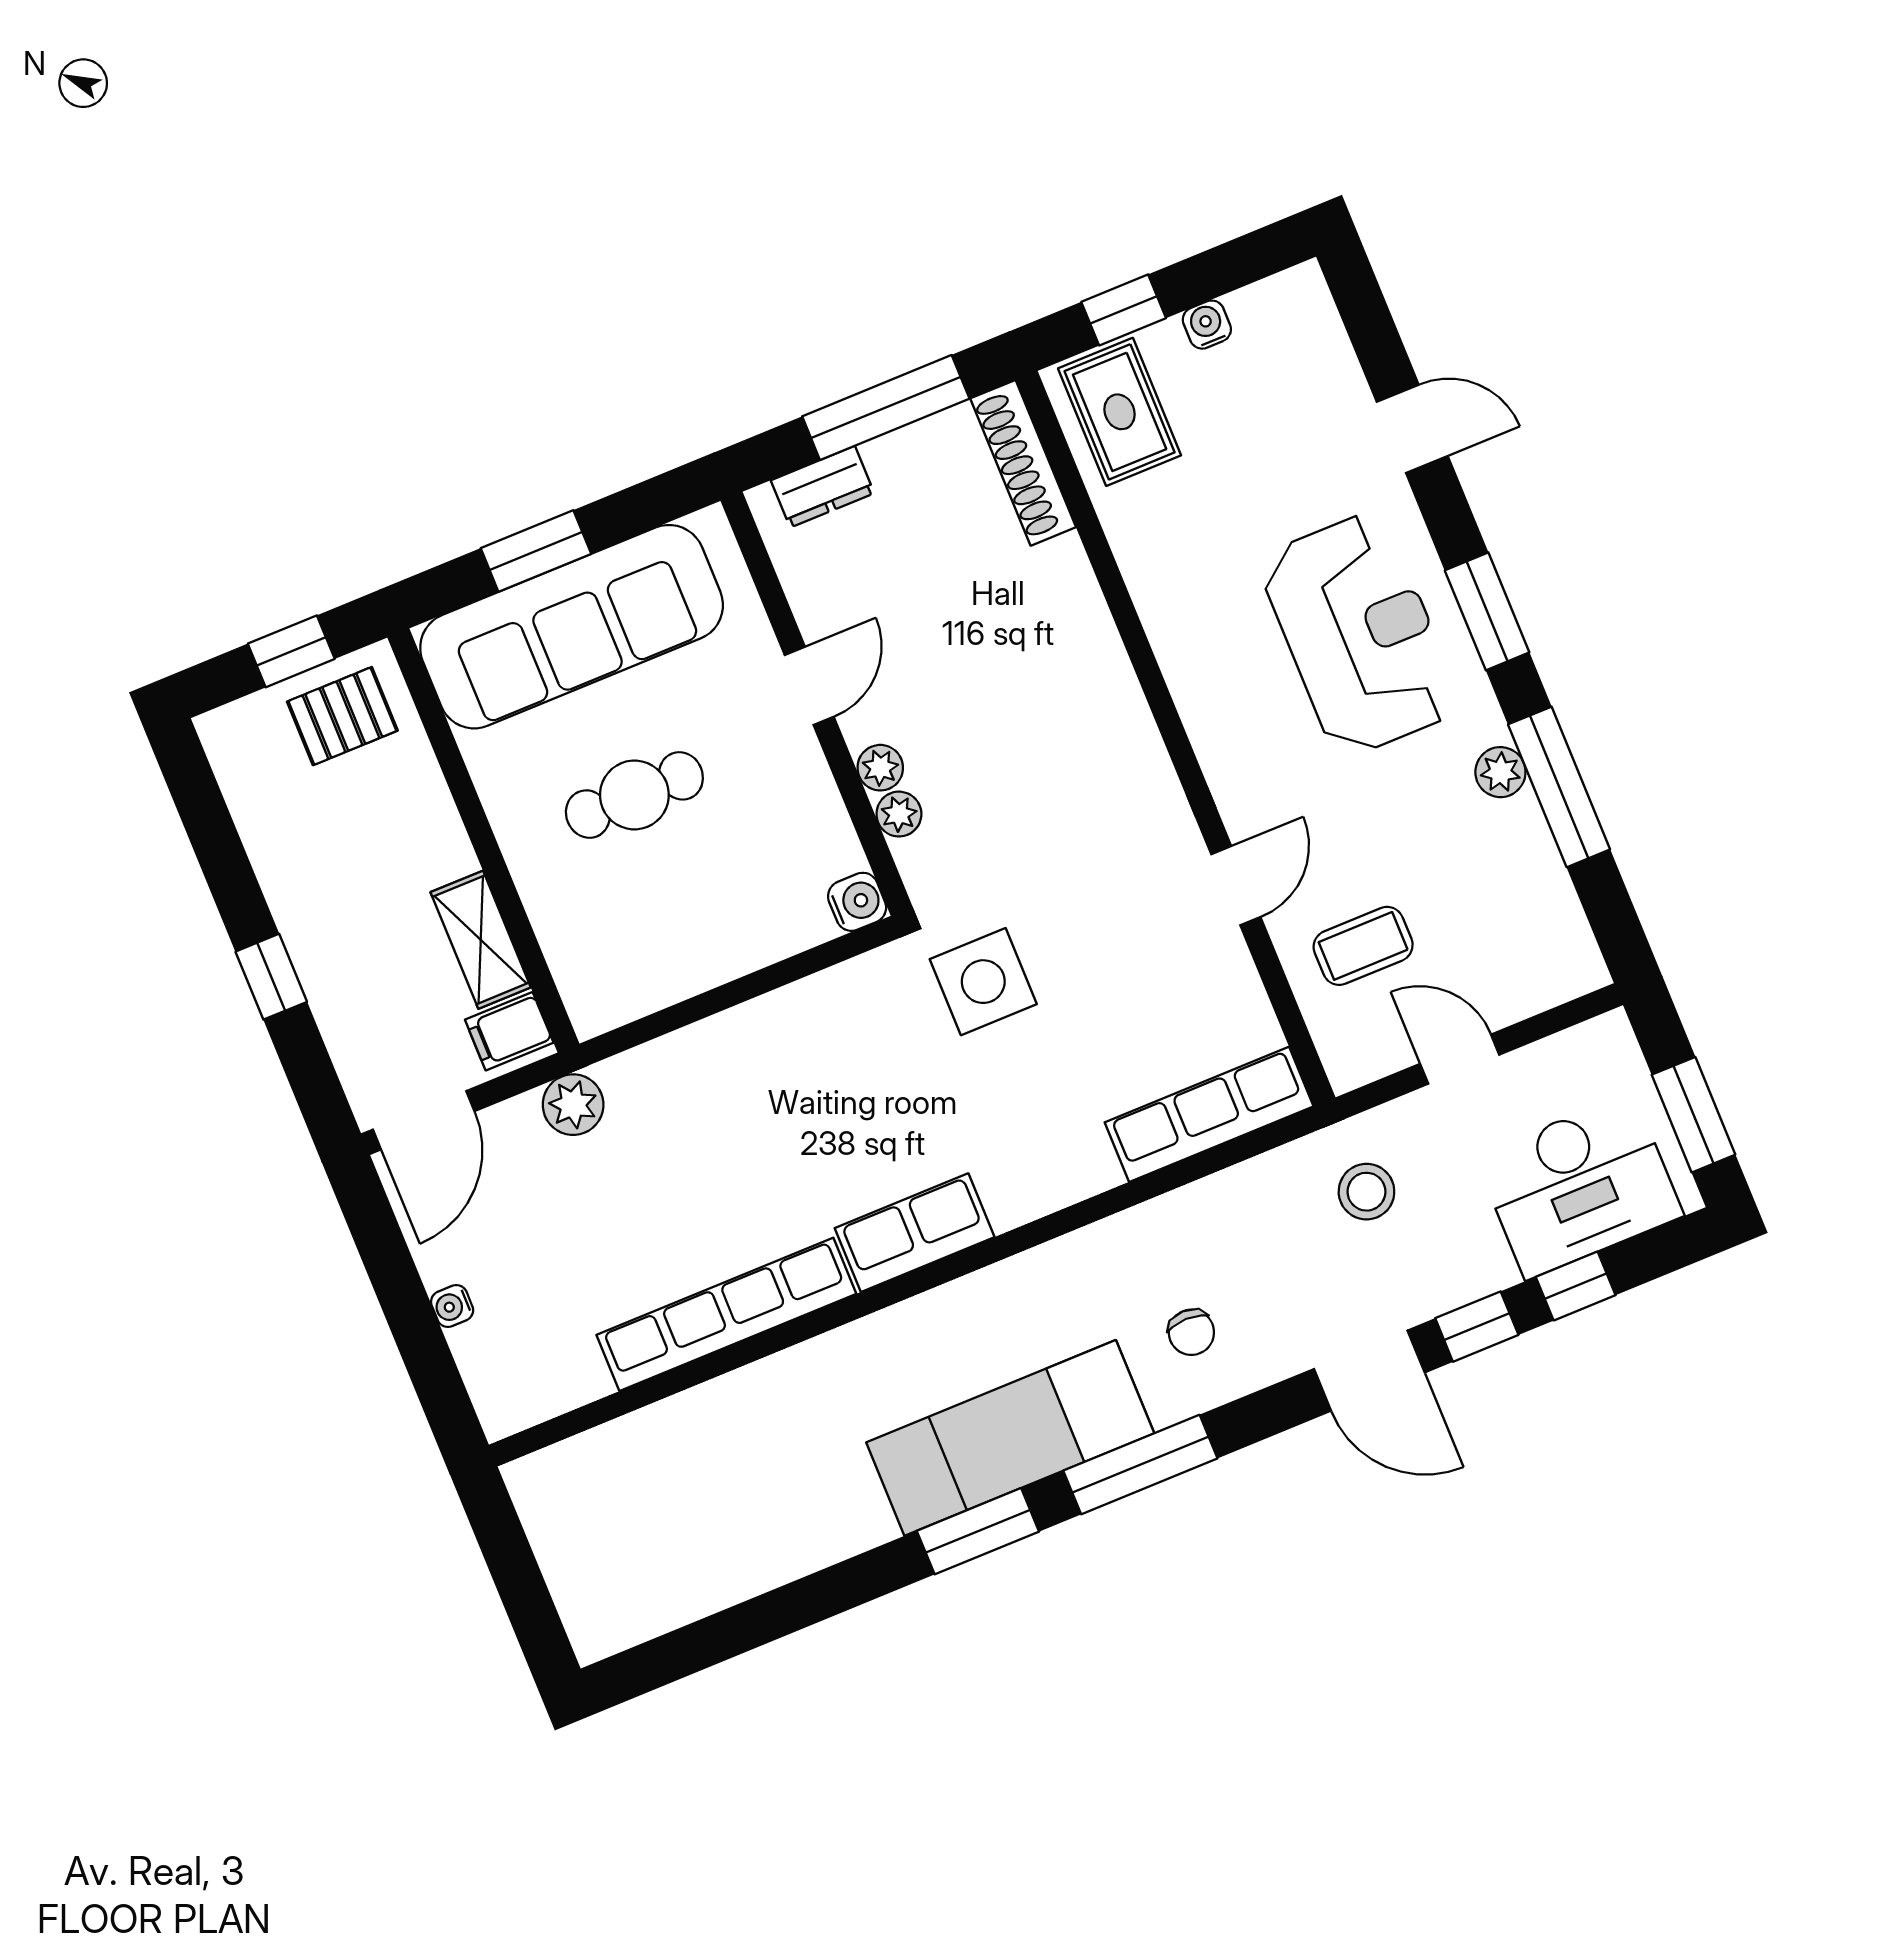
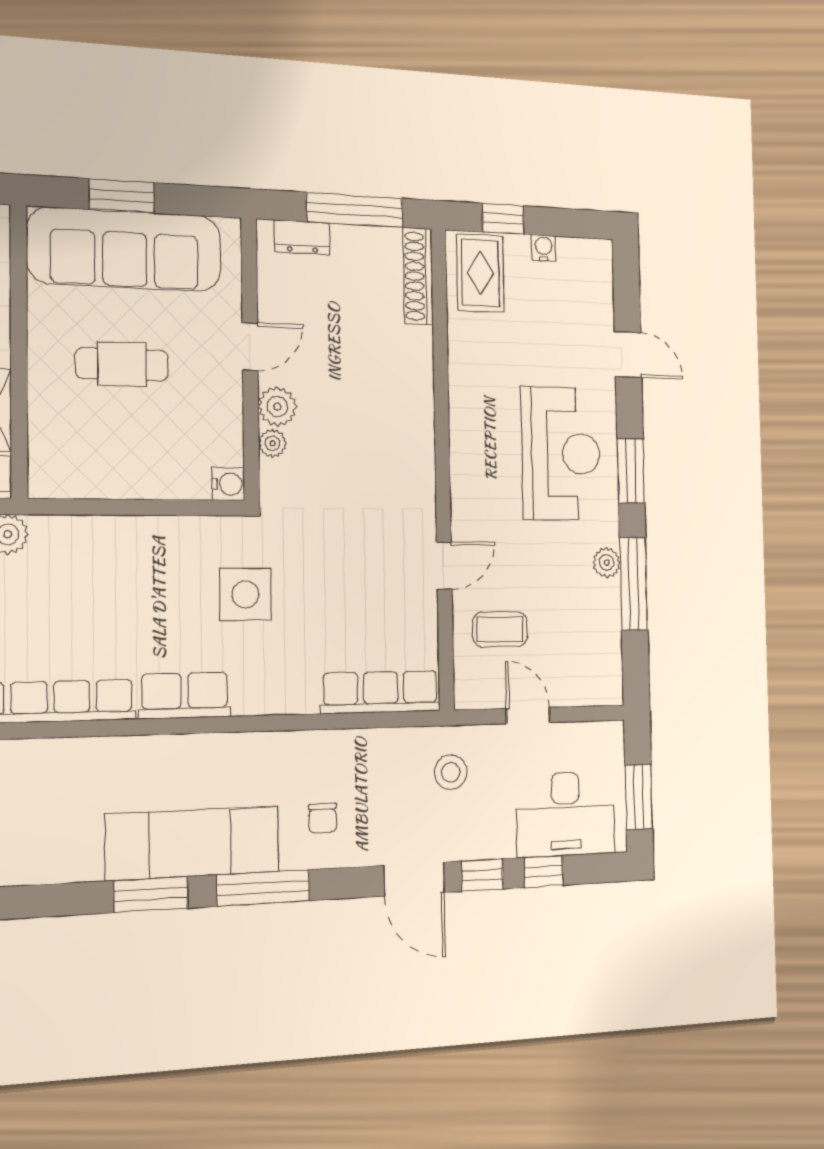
plant: (880, 768) -> (277, 407), width x1.38, depth x1.38
side table: (983, 982) -> (245, 594), moved

